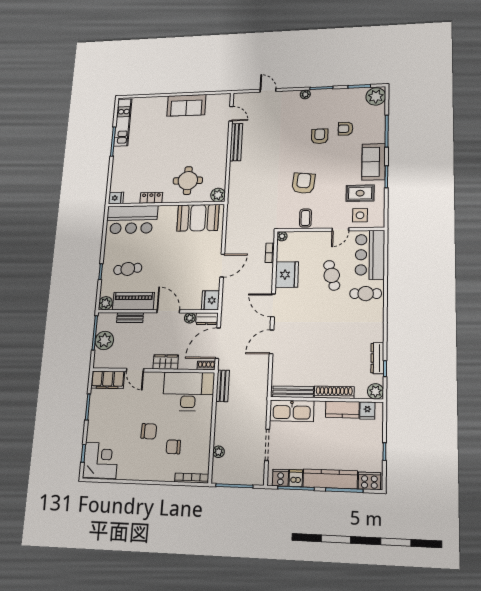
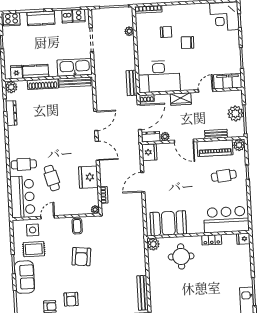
door: (135, 370) -> (206, 91), hinge flipped
kitchen counter: (330, 479) -> (41, 18), width x0.67

